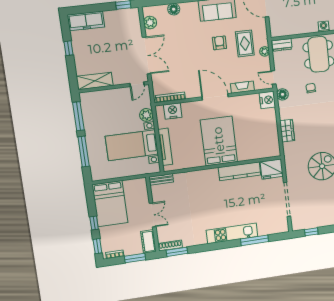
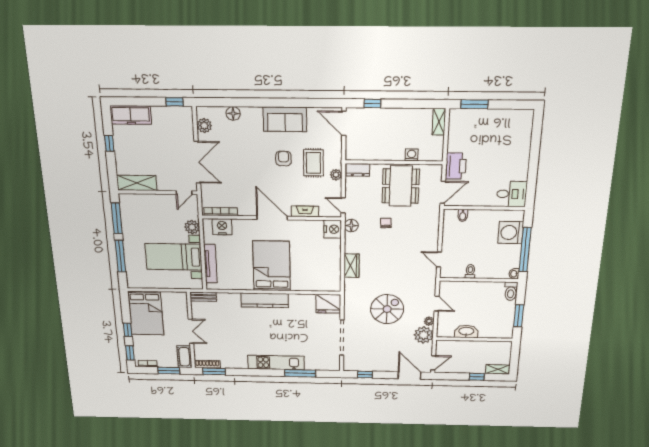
kitchen counter: (240, 171) -> (265, 300), moved

